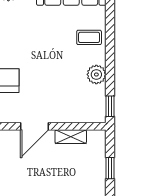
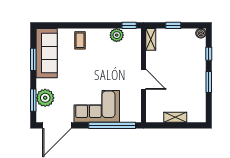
plant: (96, 74) -> (117, 35), moved
shelving: (71, 137) -> (151, 39), moved

